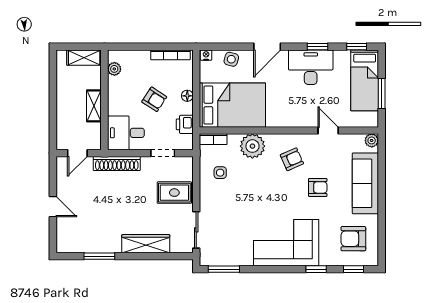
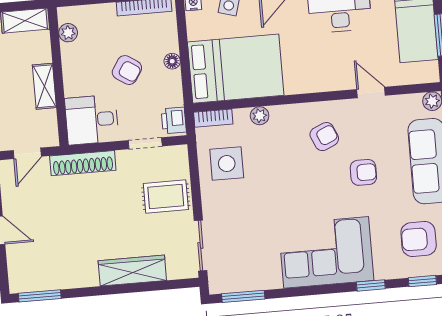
printer: (185, 124) -> (174, 120), moved
plant: (252, 146) -> (260, 116), width x0.53, depth x0.53
side table: (220, 173) -> (227, 164), width x1.87, depth x1.87
window: (99, 256) -> (40, 296), moved

